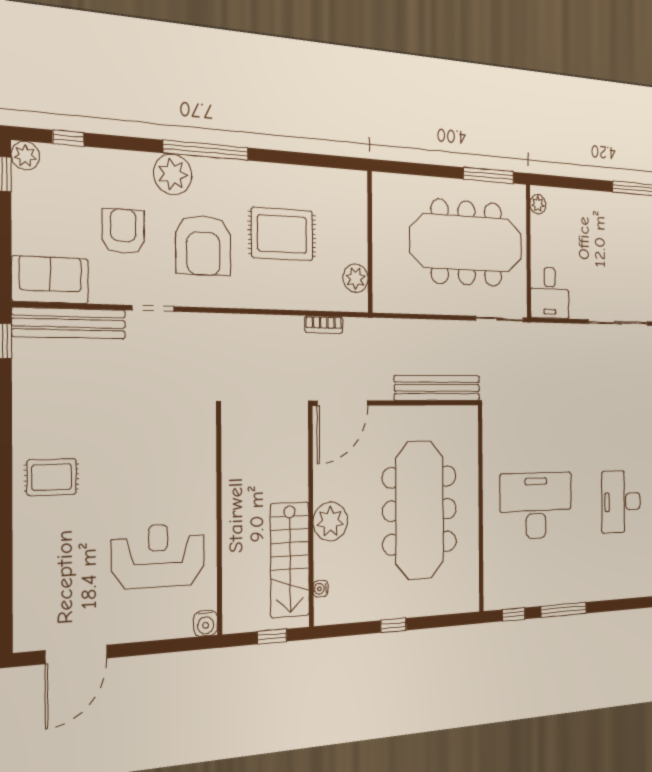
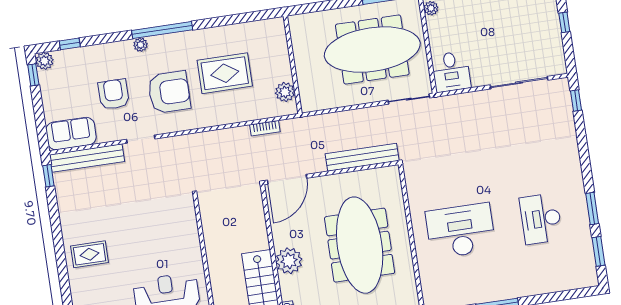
plant: (173, 174) -> (141, 45), width x0.53, depth x0.53
armchair: (203, 245) -> (169, 92), turned -90

